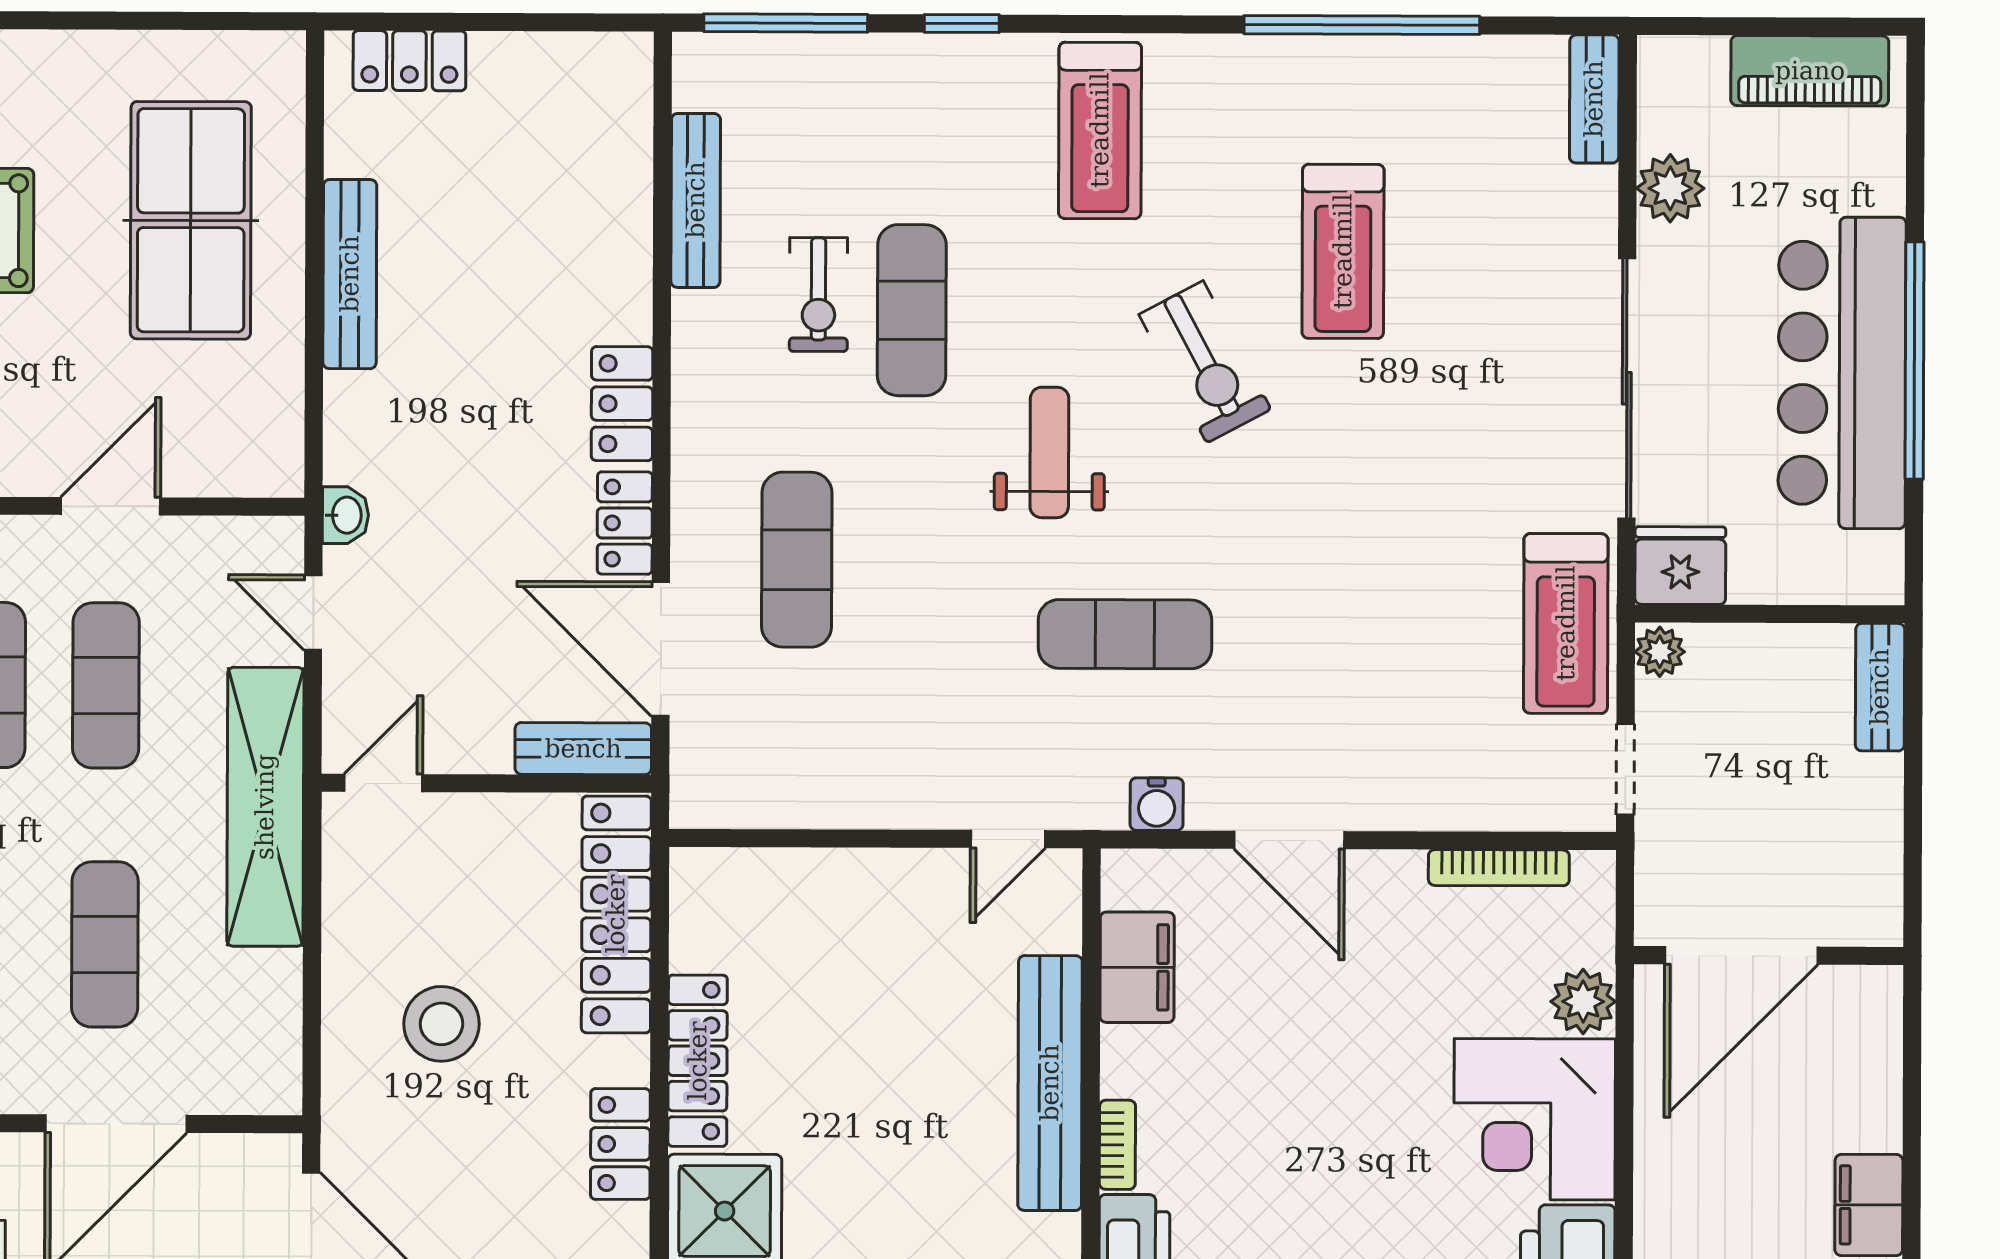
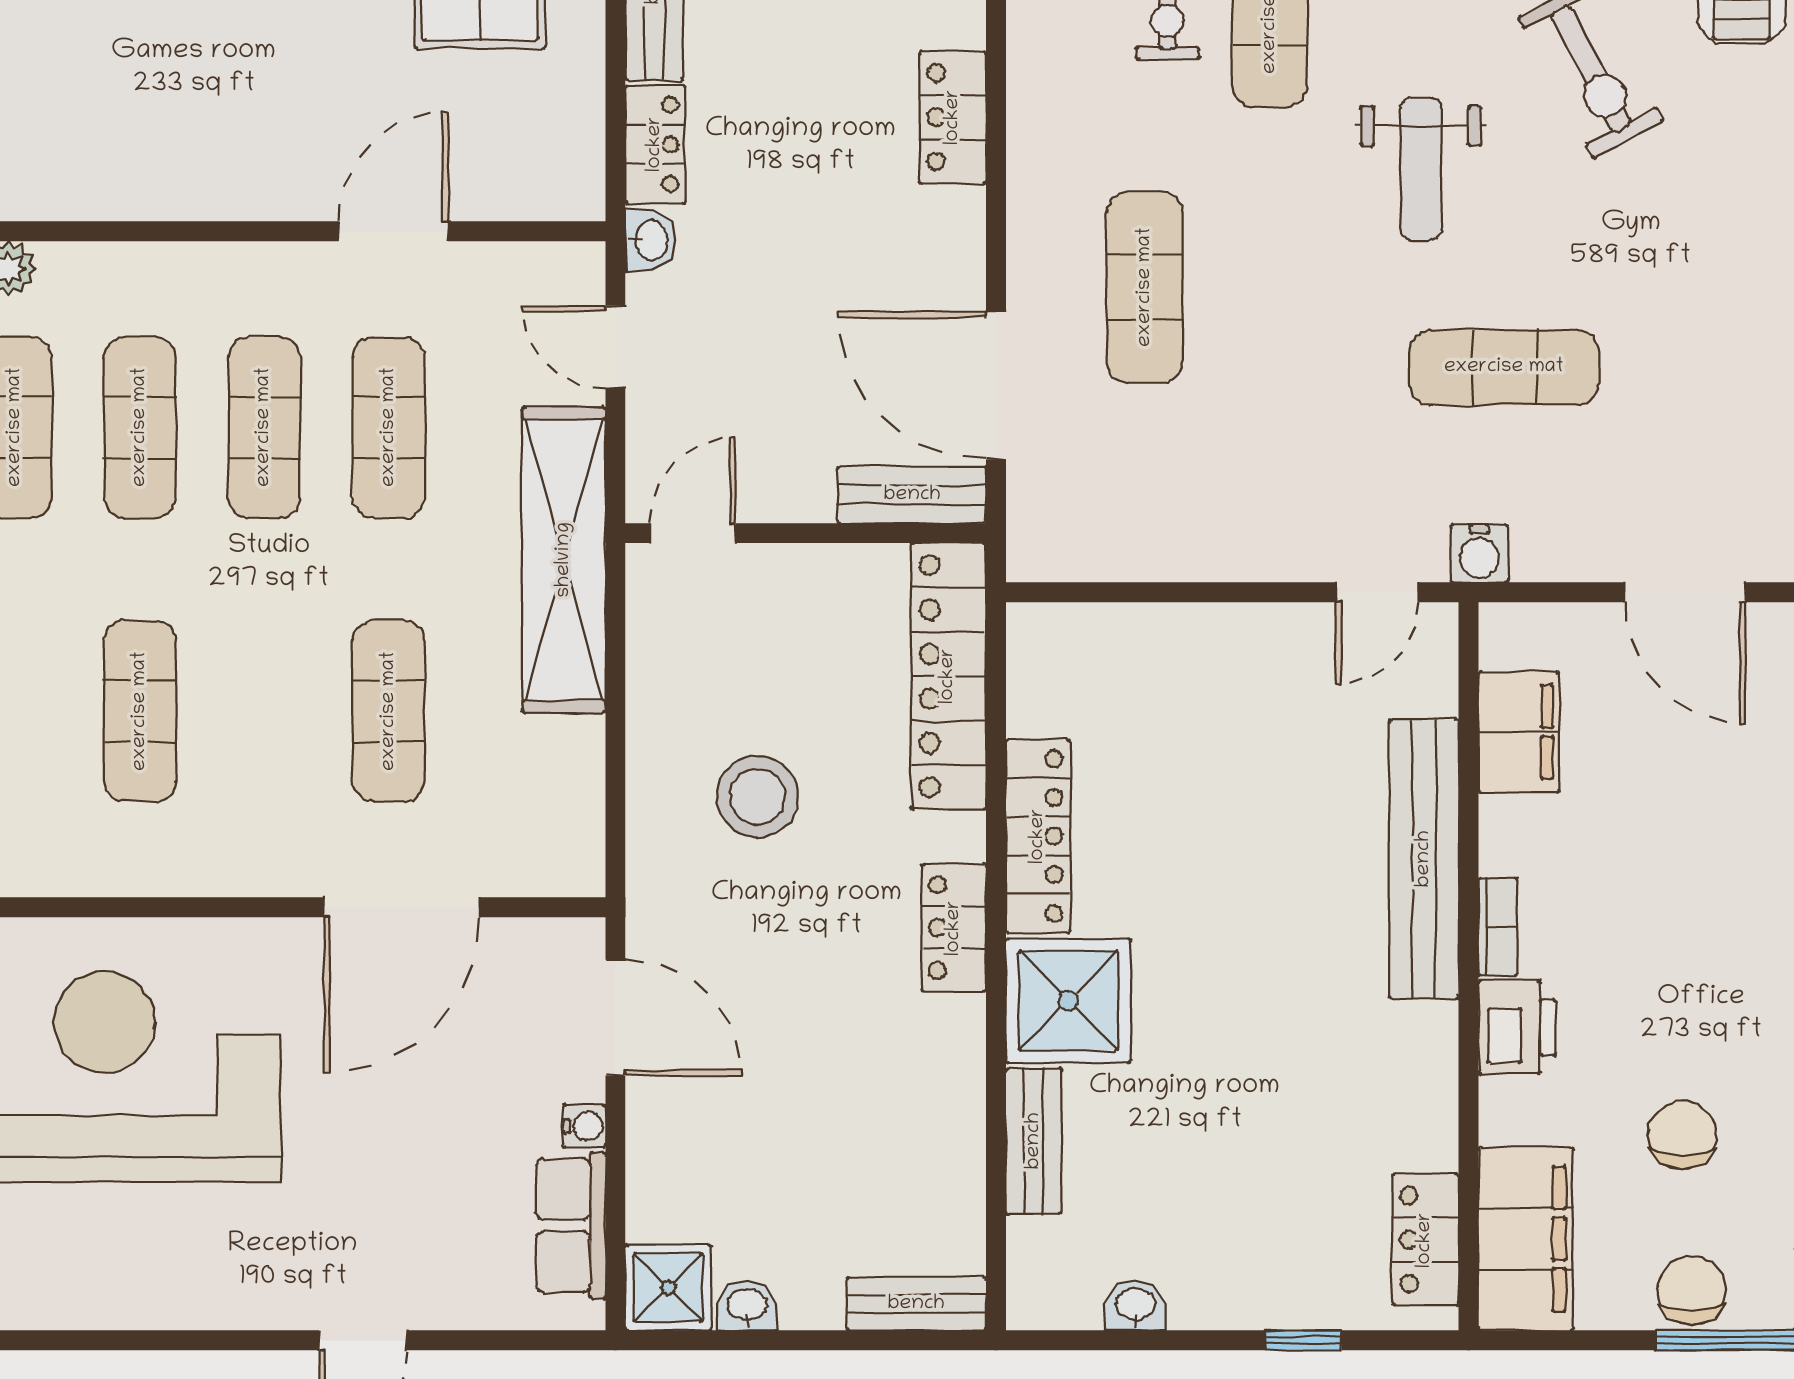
weight bench: (1049, 452) -> (1421, 169), turned 180
locker: (625, 523) -> (655, 144), moved, turned 180
water cooler: (1157, 804) -> (1479, 553), moved

